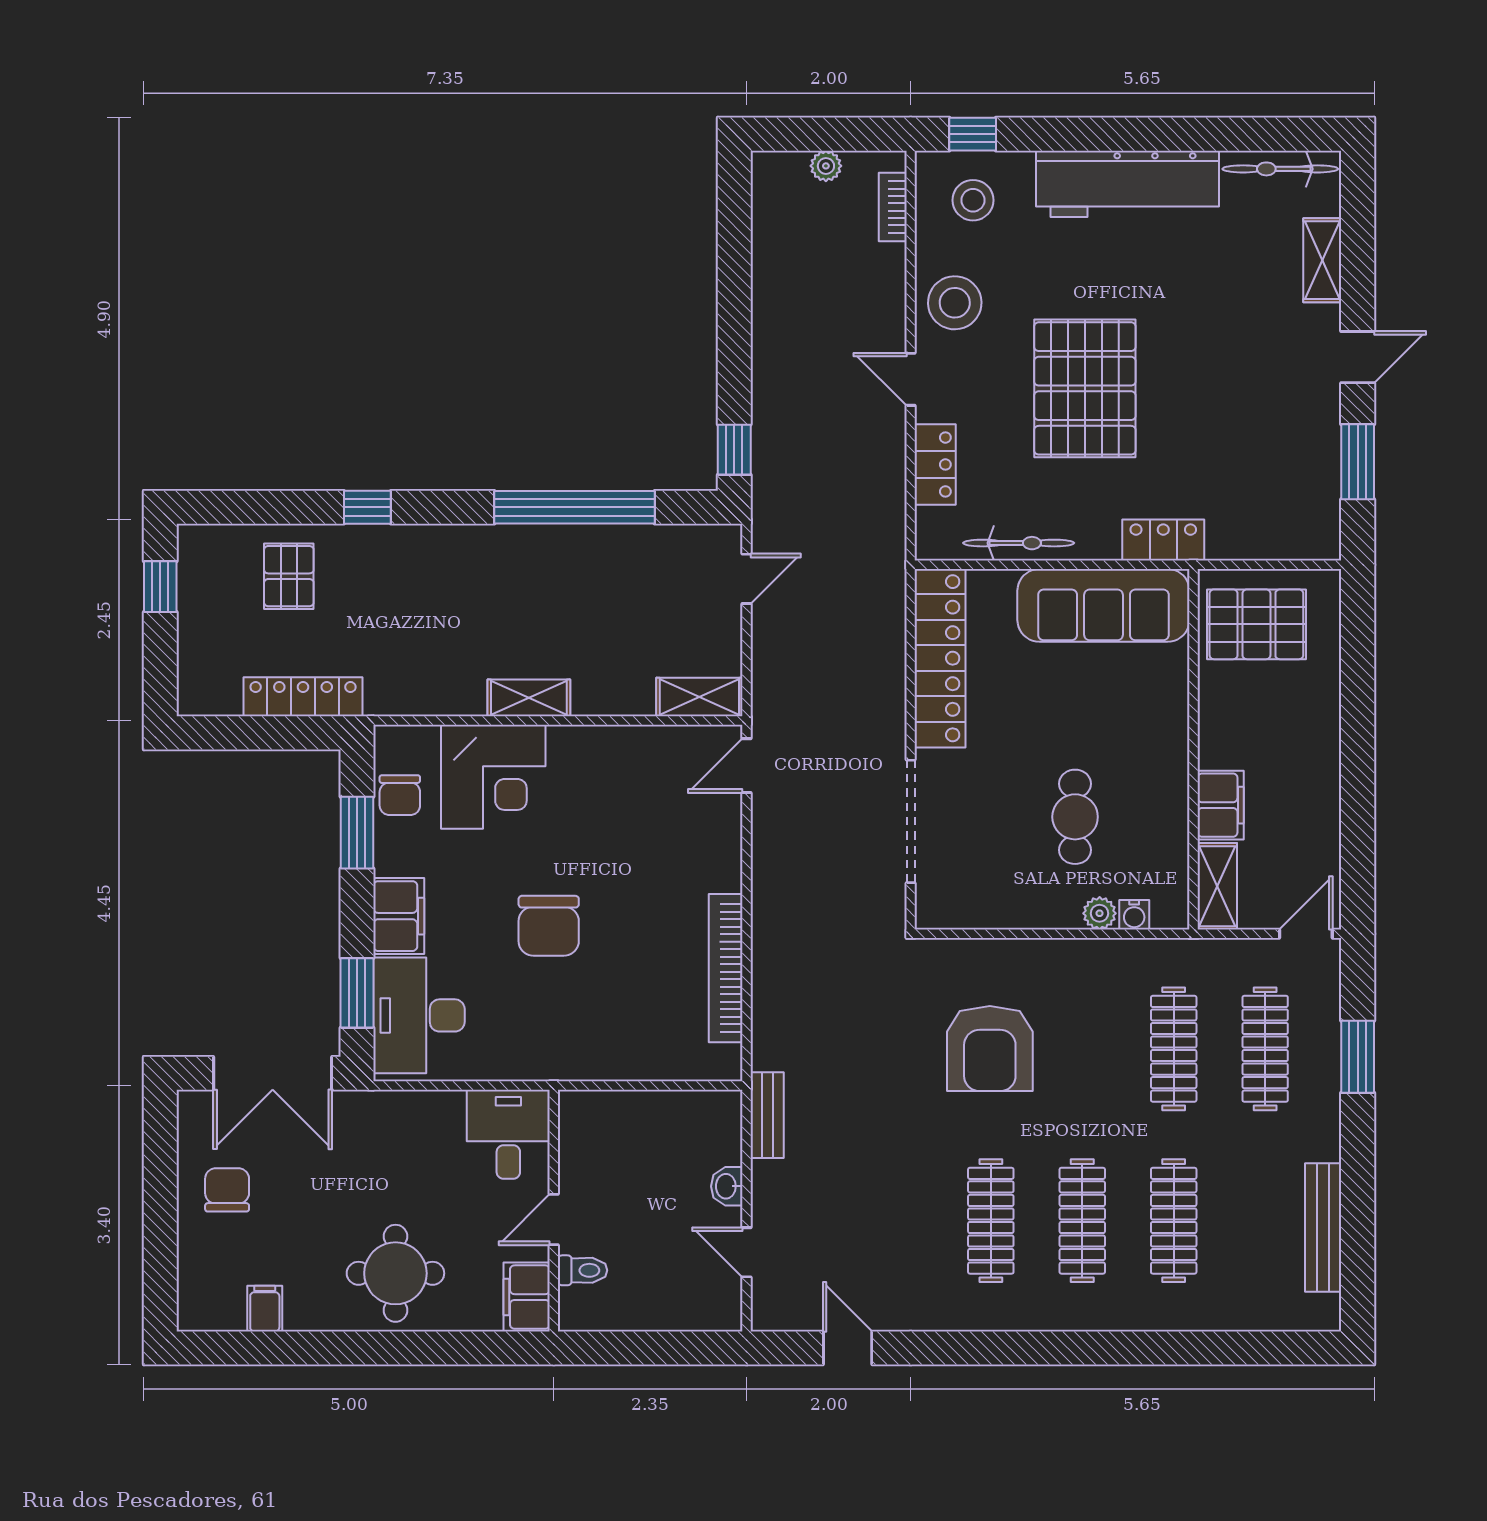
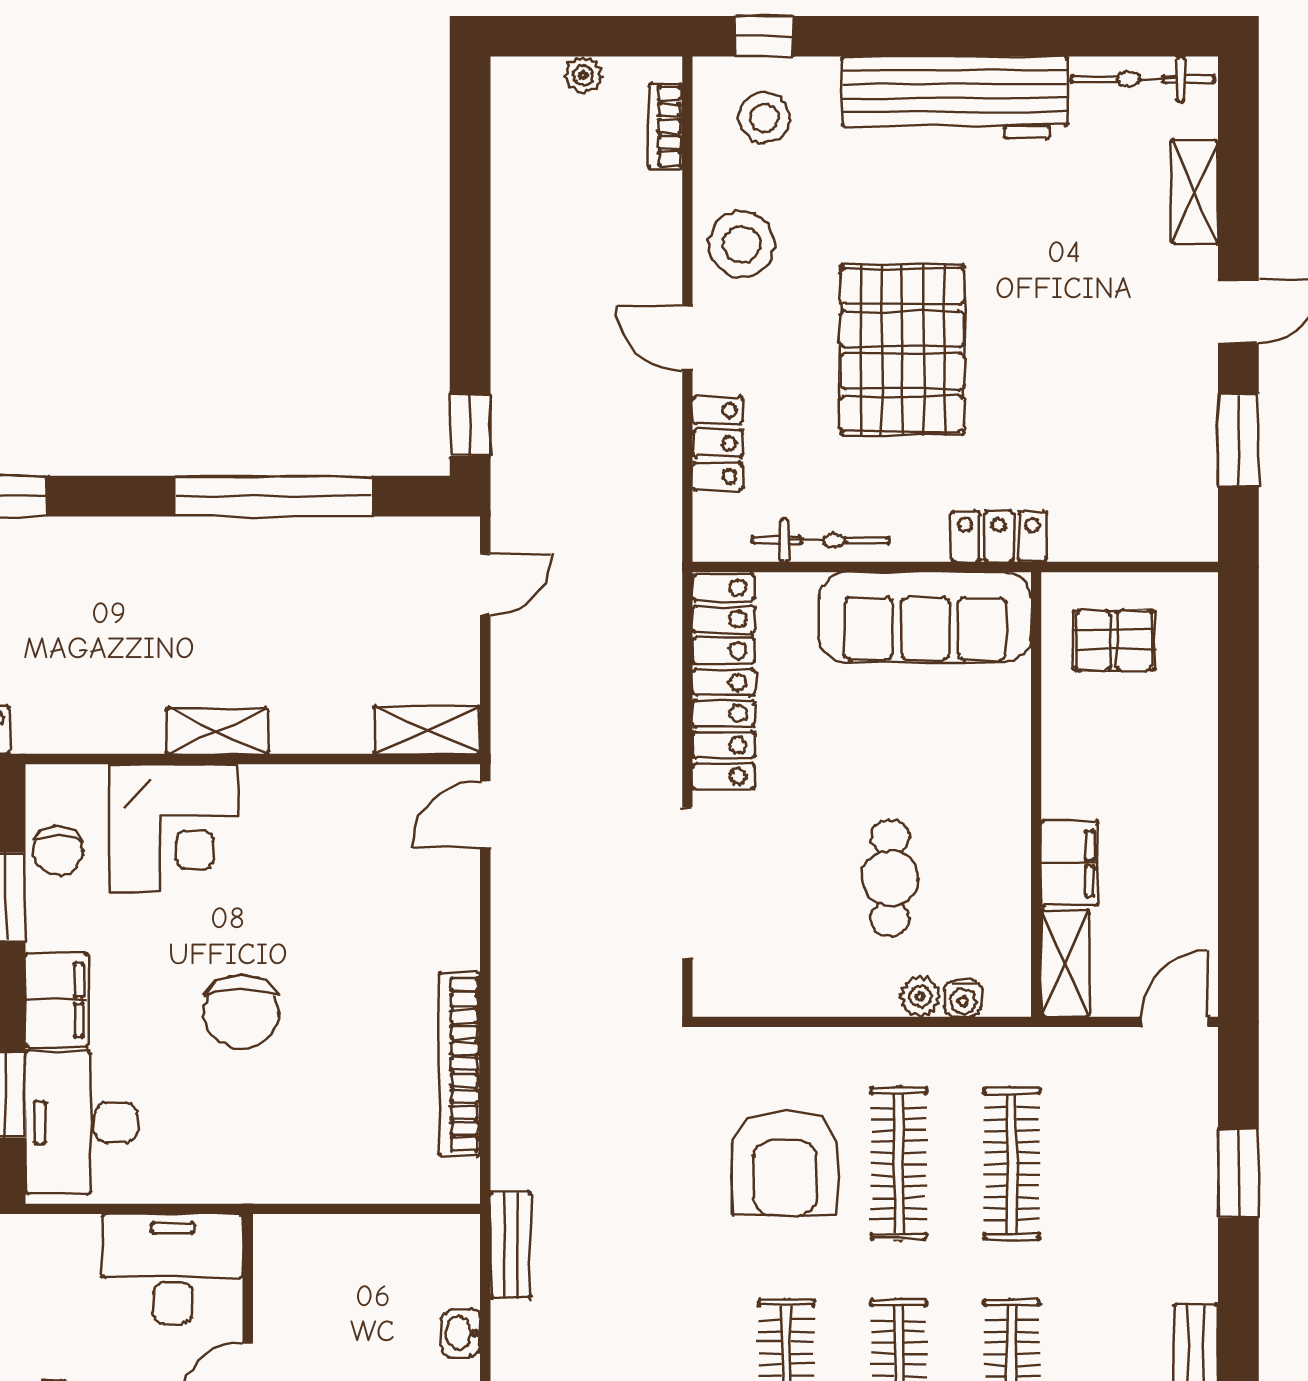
pallet: (1256, 624) -> (1114, 640), width x0.67, depth x0.71
clothes rail: (1265, 1049) -> (899, 1164), moved
desk: (508, 1134) -> (173, 1269), width x1.37

